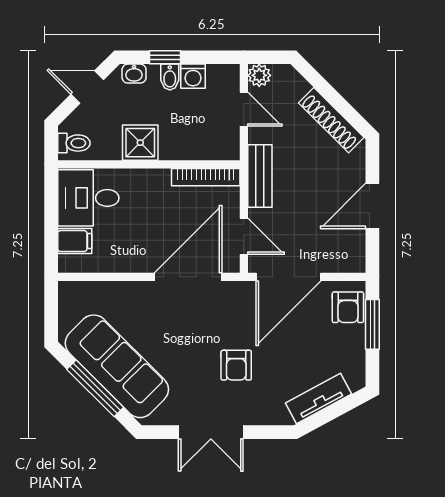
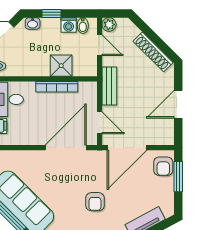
bidet: (170, 77) -> (83, 26), moved
shower: (140, 143) -> (61, 66), moved
bookcase: (206, 177) -> (57, 87), moved

